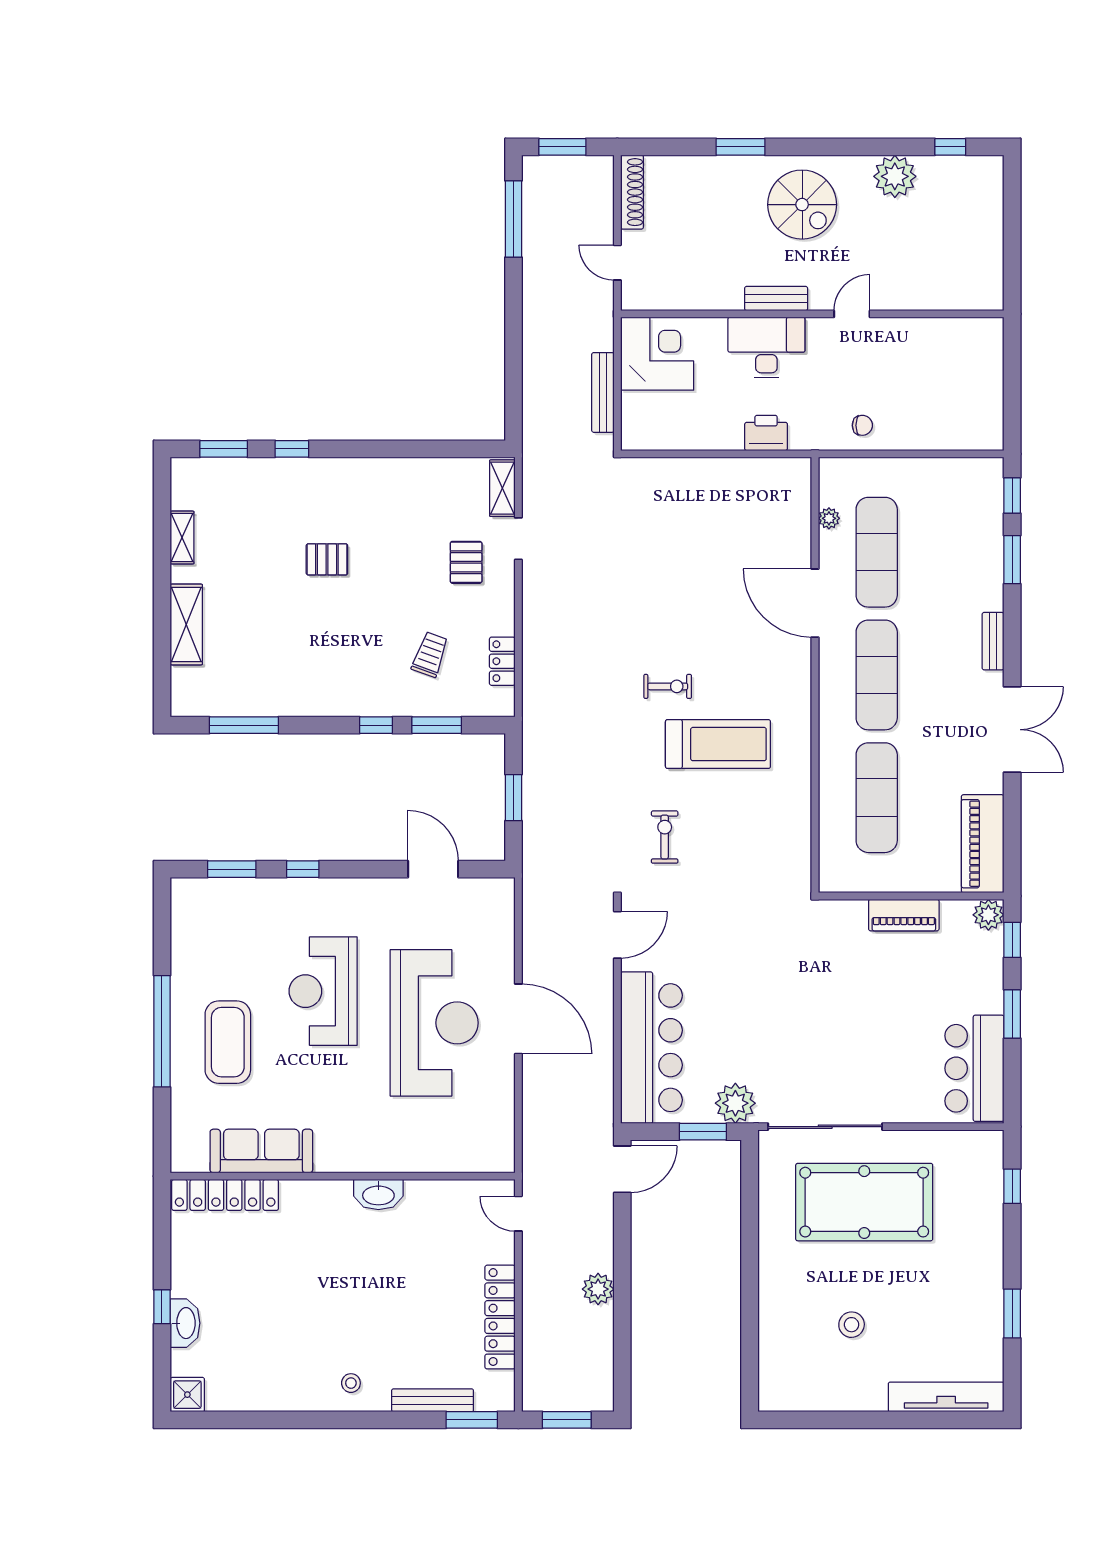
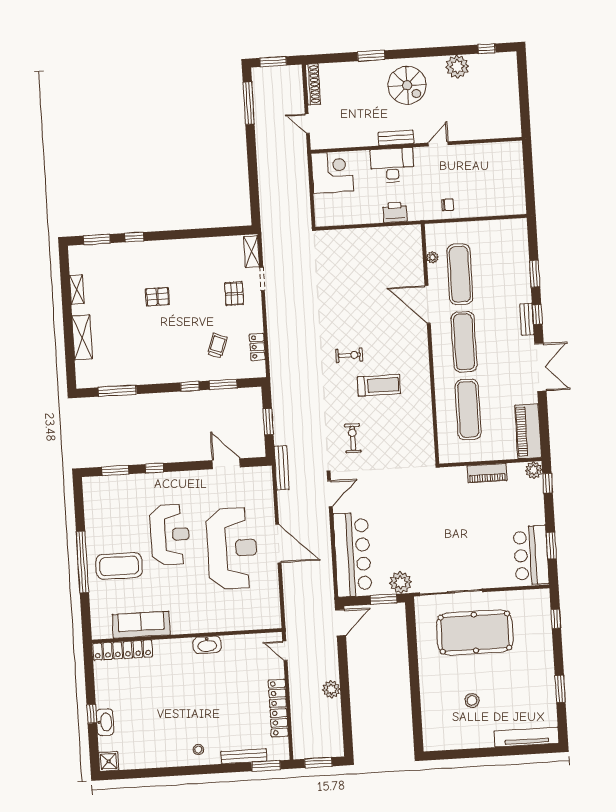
bench: (603, 392) -> (282, 468), moved
window: (1012, 495) -> (537, 314), moved
treadmill: (718, 744) -> (379, 385), width x0.73, depth x0.73
reception desk: (323, 991) -> (170, 535), turned 180
window: (1012, 1014) -> (551, 546), moved
coffee table: (228, 1042) -> (119, 566), turned 90

